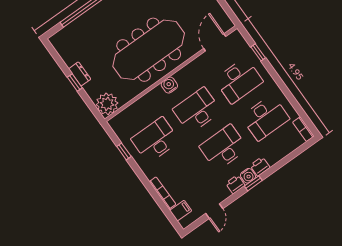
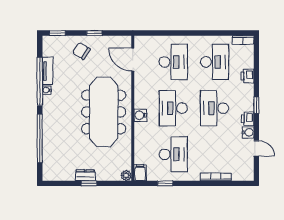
window: (258, 52) -> (163, 33), removed
plant: (107, 104) -> (126, 175), width x0.53, depth x0.53
desk: (155, 140) -> (173, 154), turned 180
printer: (260, 166) -> (247, 76), moved
water cooler: (248, 176) -> (248, 132), moved
filing cabinet: (181, 211) -> (140, 173), moved

